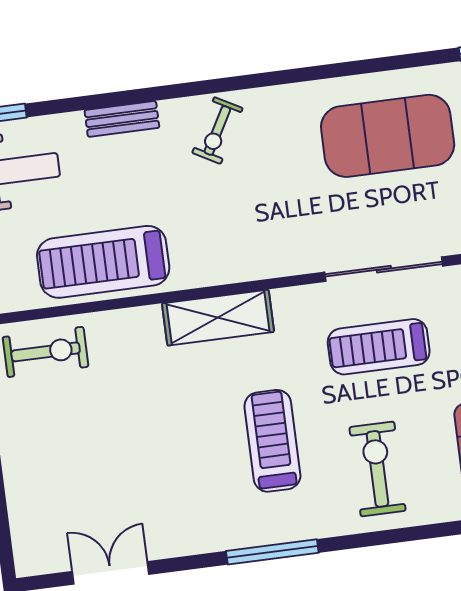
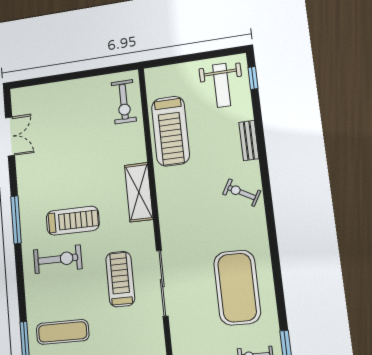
treadmill: (103, 262) -> (171, 131), turned 180
exercise bike: (377, 469) -> (58, 259), moved

